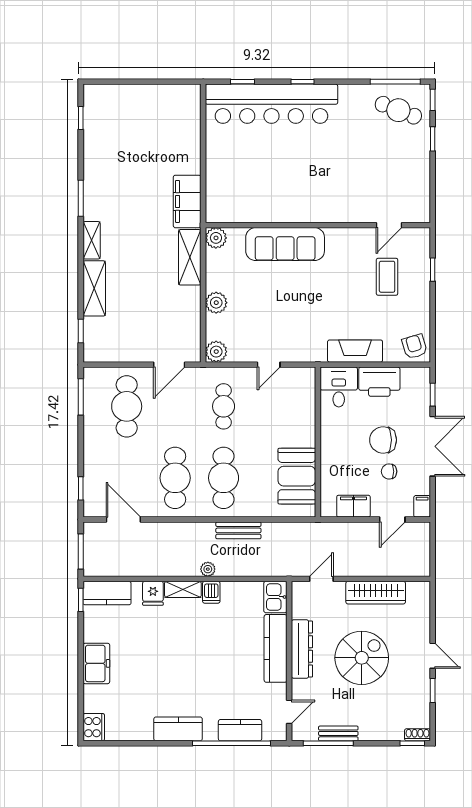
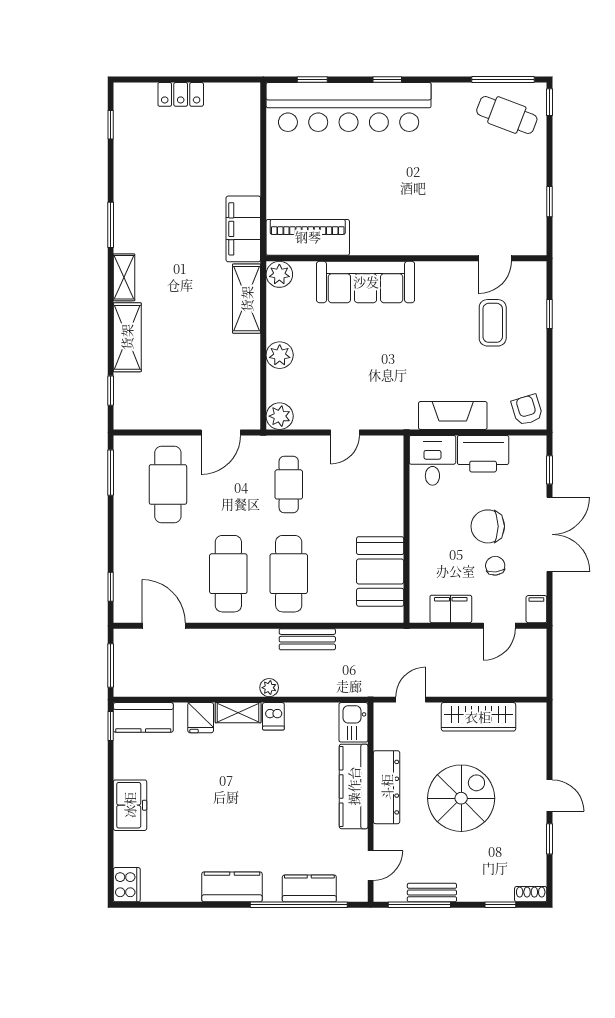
locker: (137, 94) -> (181, 94), added
window: (433, 139) -> (550, 202), moved
piano: (239, 208) -> (308, 237), added
chair: (389, 471) -> (495, 566), turned 84
window: (412, 743) -> (500, 905), moved

